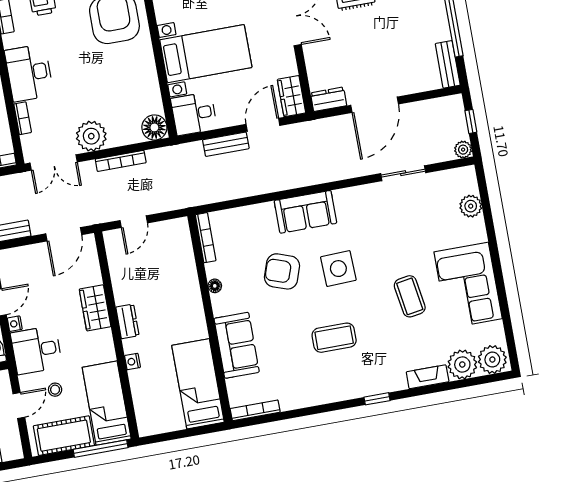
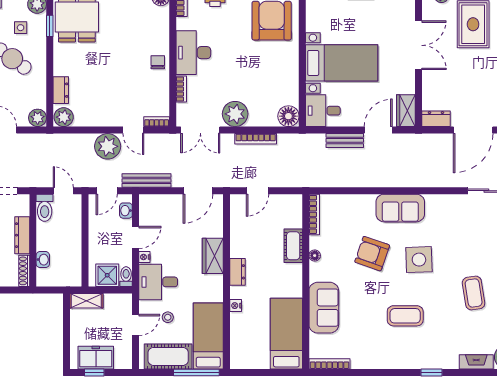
cot: (187, 279) -> (293, 246), added

